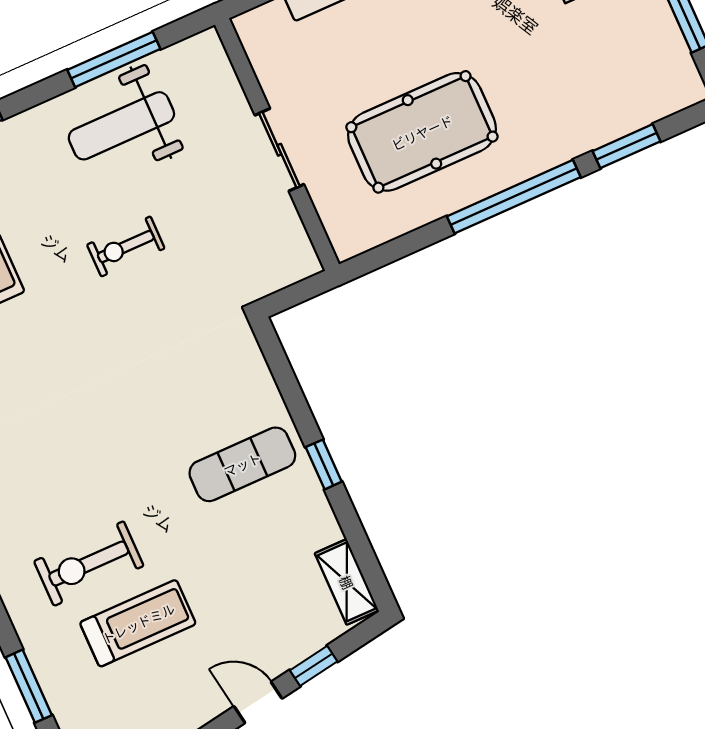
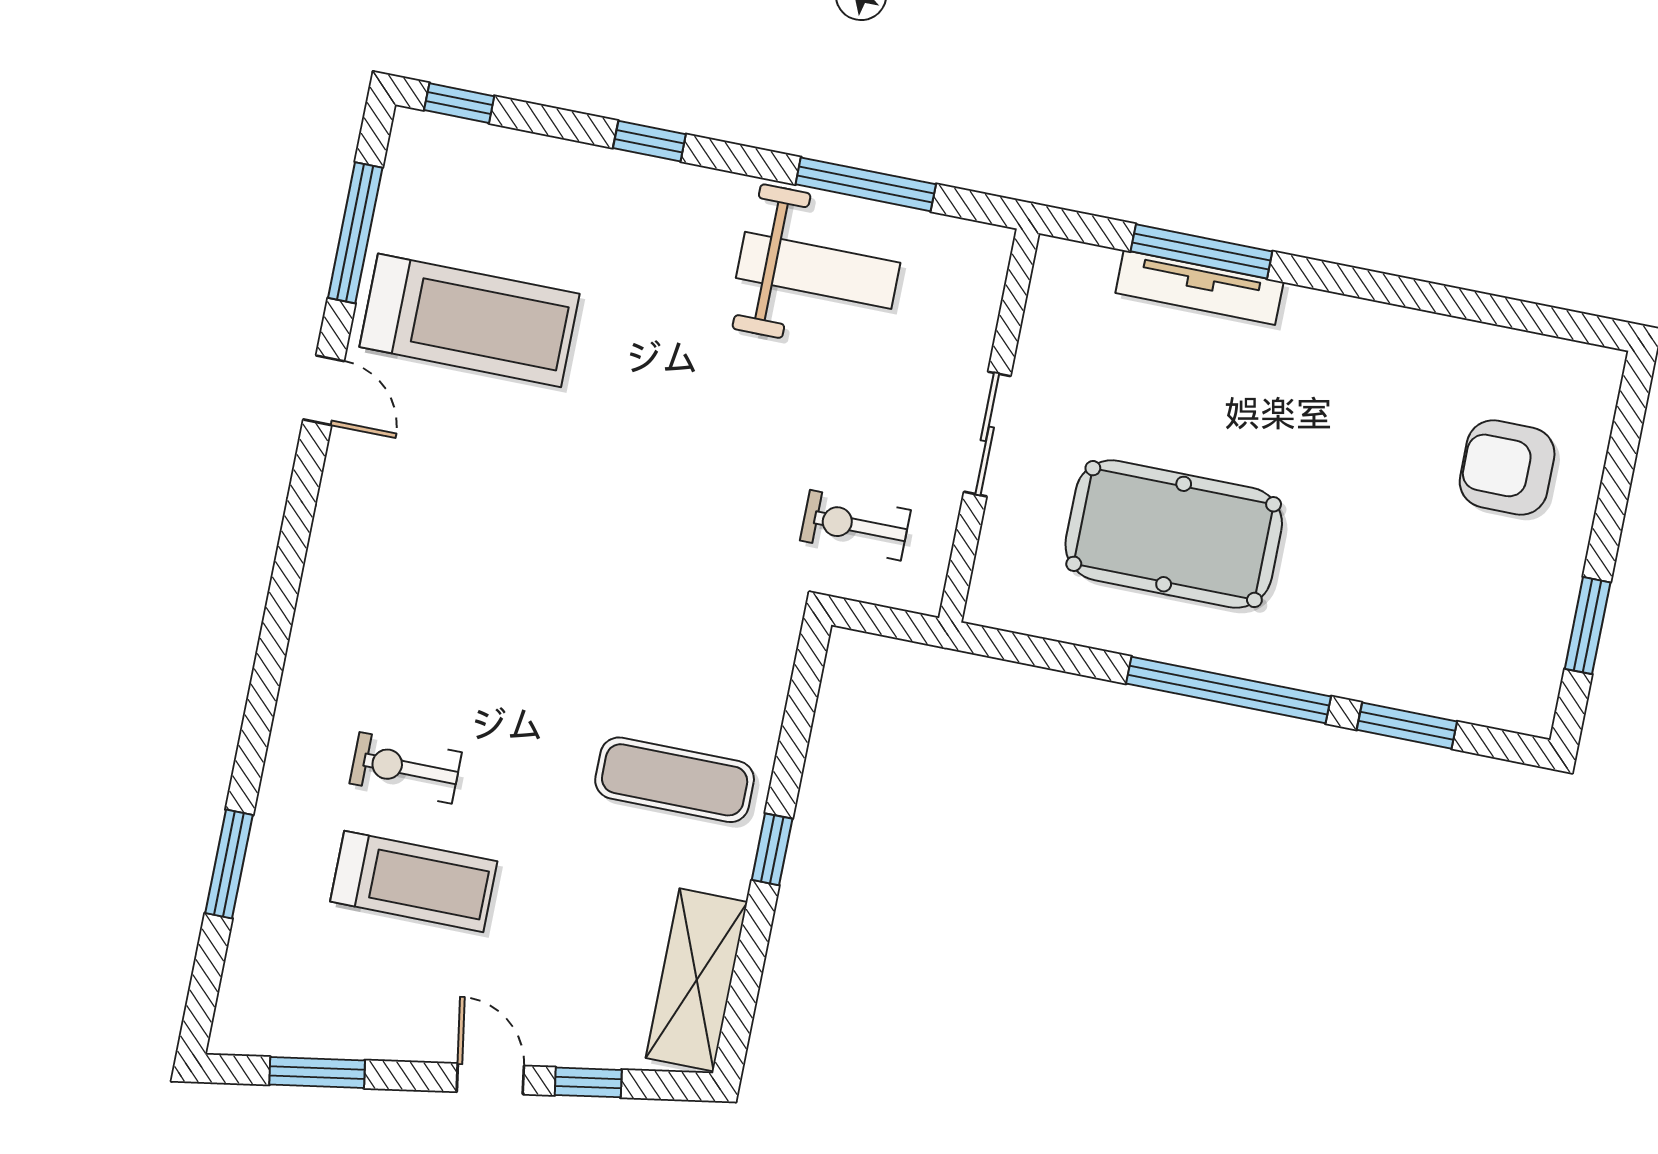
weight bench: (121, 126) -> (818, 270), turned 180
exercise bike: (126, 246) -> (855, 525), moved
exercise bike: (89, 564) -> (406, 768), width x0.73, depth x0.72
shelving: (347, 582) -> (697, 980), width x1.50, depth x1.33

